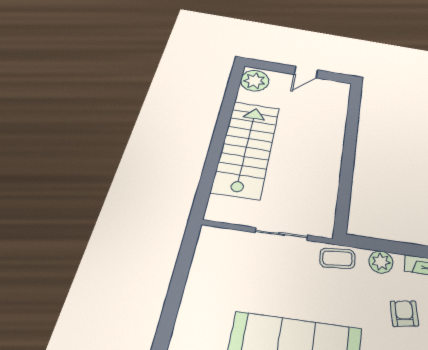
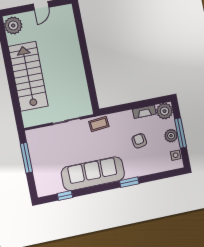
plant: (381, 262) -> (121, 118), removed
window: (181, 271) -> (26, 158), added

